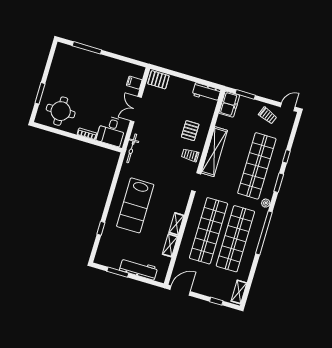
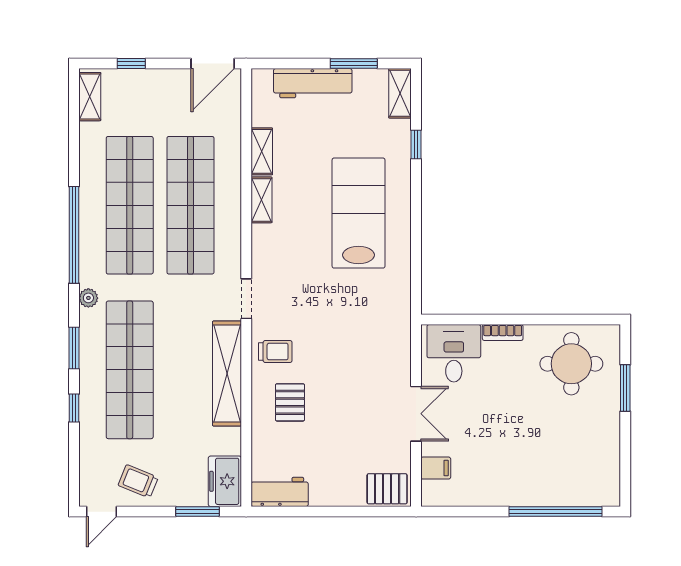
window: (87, 48) -> (555, 512), width x1.46
bicycle: (132, 148) -> (401, 330), removed
shelving: (101, 253) -> (400, 93), added

